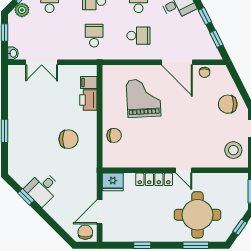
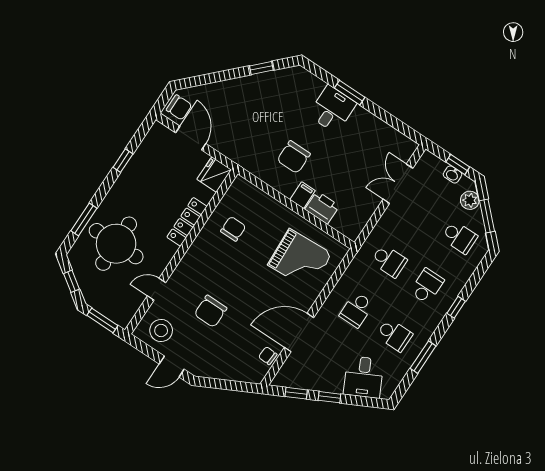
washbasin: (13, 53) -> (452, 174), moved
filing cabinet: (89, 82) -> (303, 195), moved
grand piano: (143, 98) -> (300, 259), moved
chair: (228, 104) -> (211, 311), moved, turned 180
chair: (114, 135) -> (233, 229), moved, turned 180
door: (184, 170) -> (156, 289), moved
desk: (43, 188) -> (332, 109), moved, turned 45

